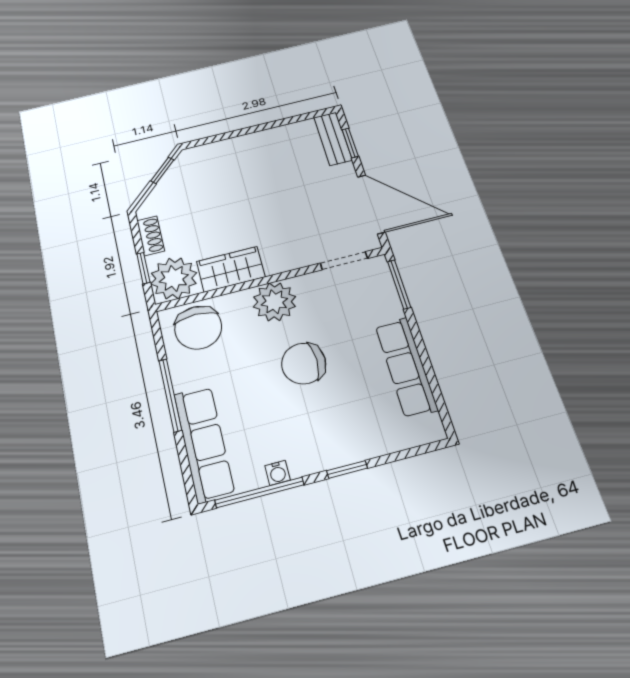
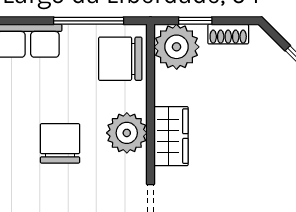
wardrobe: (231, 269) -> (171, 136), moved
window: (170, 395) -> (89, 21), moved

